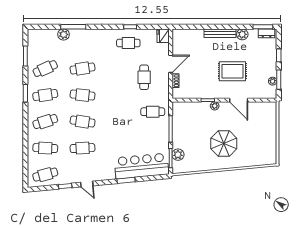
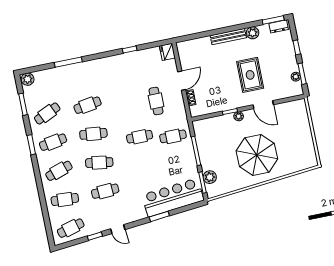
plant: (64, 34) -> (28, 79), moved
cafe table: (128, 43) -> (140, 137), moved
rug: (232, 71) -> (250, 75), turned 90
parasol: (224, 143) -> (257, 155), width x1.36, depth x1.36

